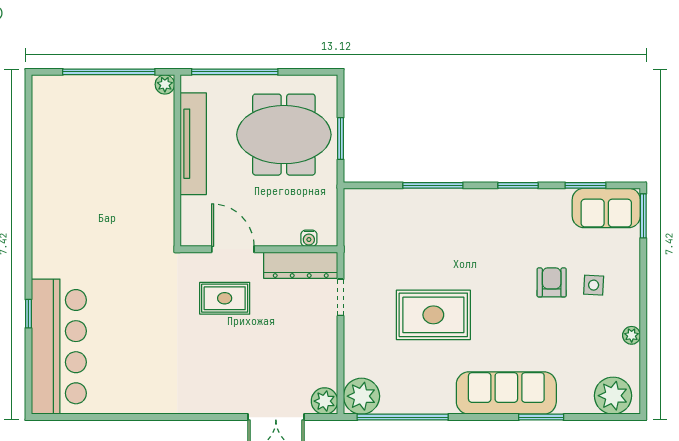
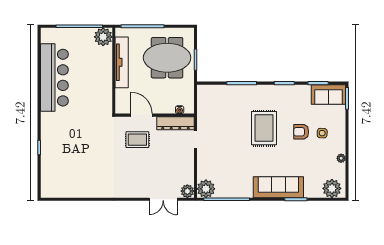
plant: (165, 84) -> (103, 37), width x1.87, depth x1.87
armchair: (552, 282) -> (301, 132), turned -90
rug: (433, 315) -> (264, 128), moved, turned 90
bar counter: (59, 347) -> (54, 78), moved

